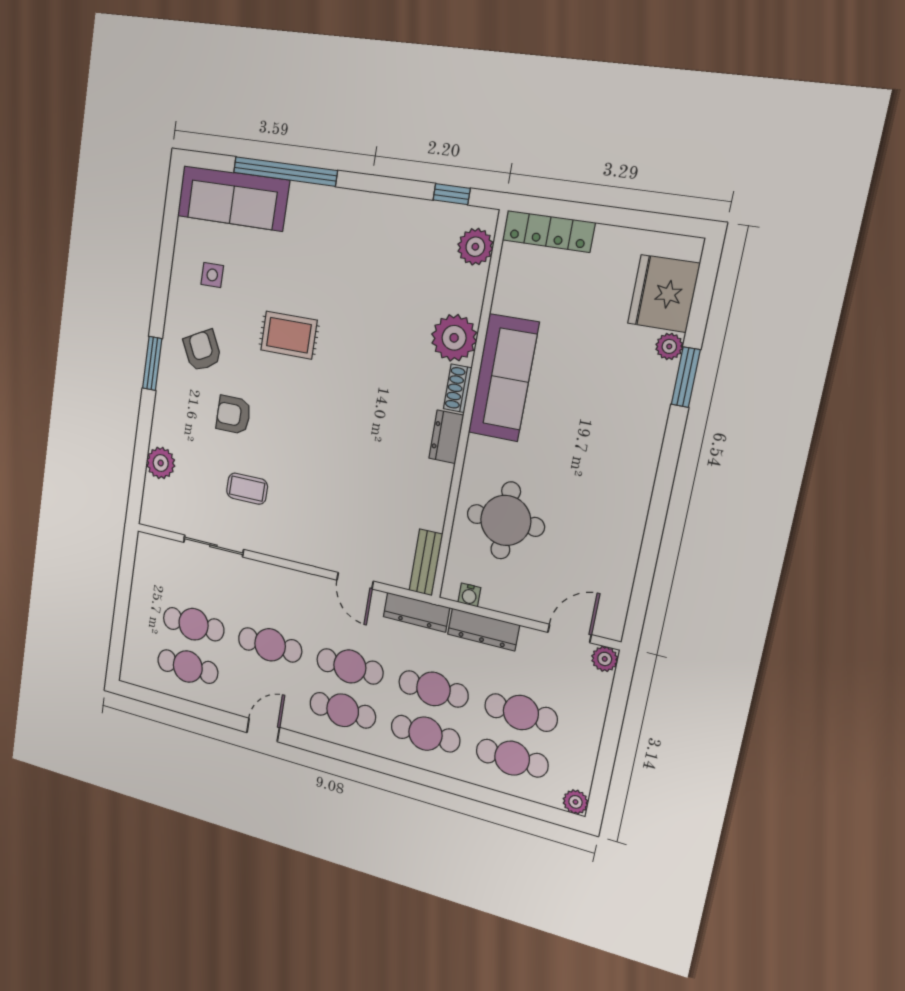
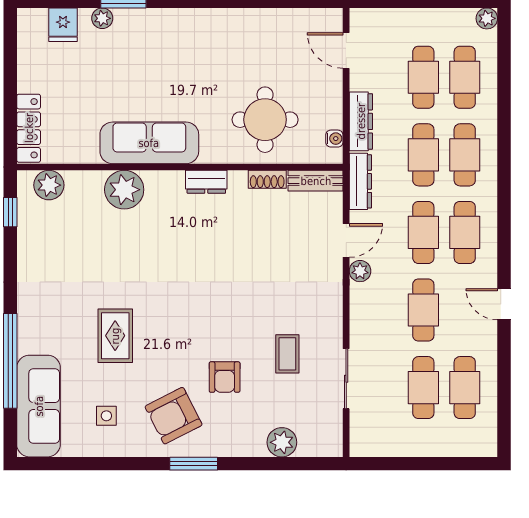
fridge: (664, 294) -> (63, 25), width x0.53, depth x0.75
rug: (289, 335) -> (115, 336), moved
armchair: (202, 351) -> (174, 416), width x1.38, depth x1.38
shoe rack: (458, 388) -> (267, 179), moved
plant: (605, 659) -> (360, 271), moved

